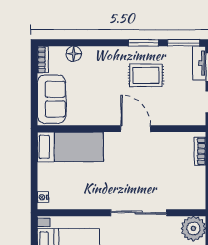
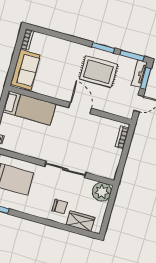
floor lamp: (74, 54) -> (50, 41), removed
rug: (146, 75) -> (98, 72), width x1.36, depth x1.43

